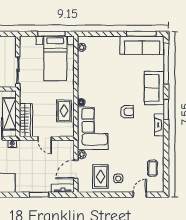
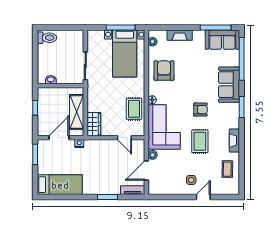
fireplace: (107, 41) -> (180, 35), added
sofa: (142, 45) -> (222, 40), width x0.73
armchair: (92, 75) -> (164, 71), added
wardrobe: (26, 120) -> (94, 124), width x0.67
fireplace: (159, 125) -> (234, 141), moved
door: (45, 138) -> (124, 138), moved
rug: (100, 177) -> (200, 141), moved
door: (140, 195) -> (203, 197), moved

